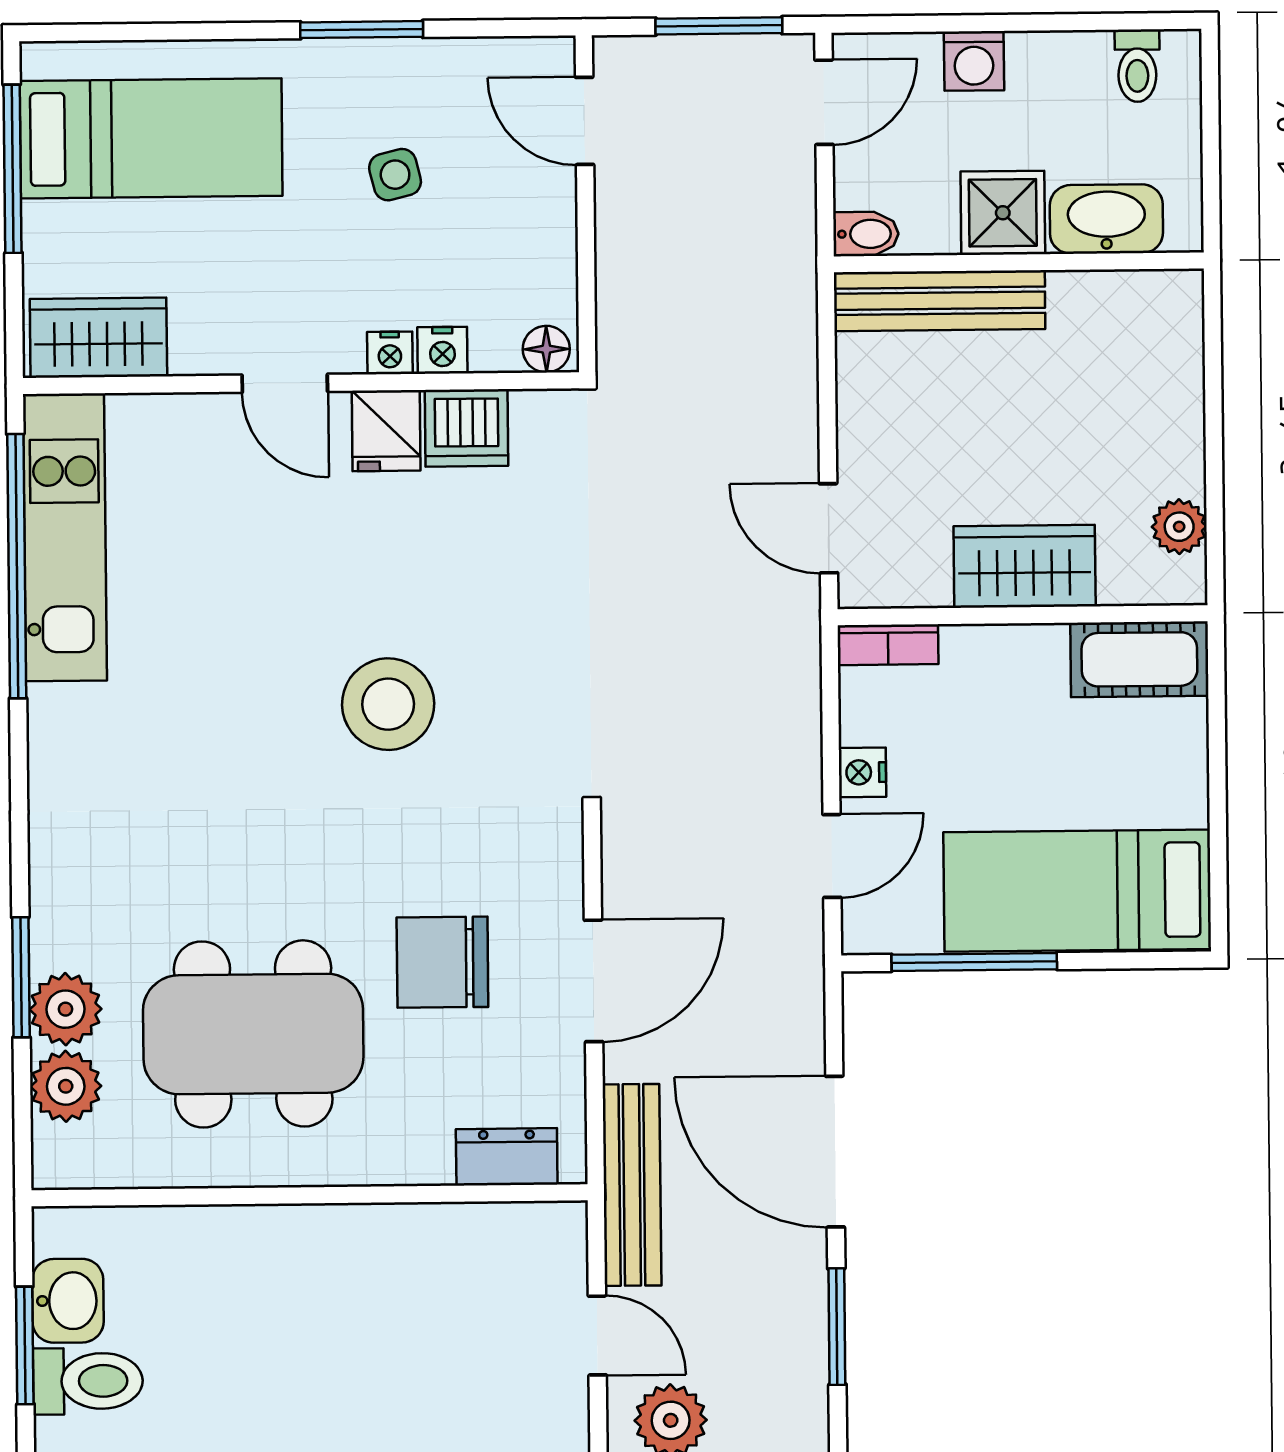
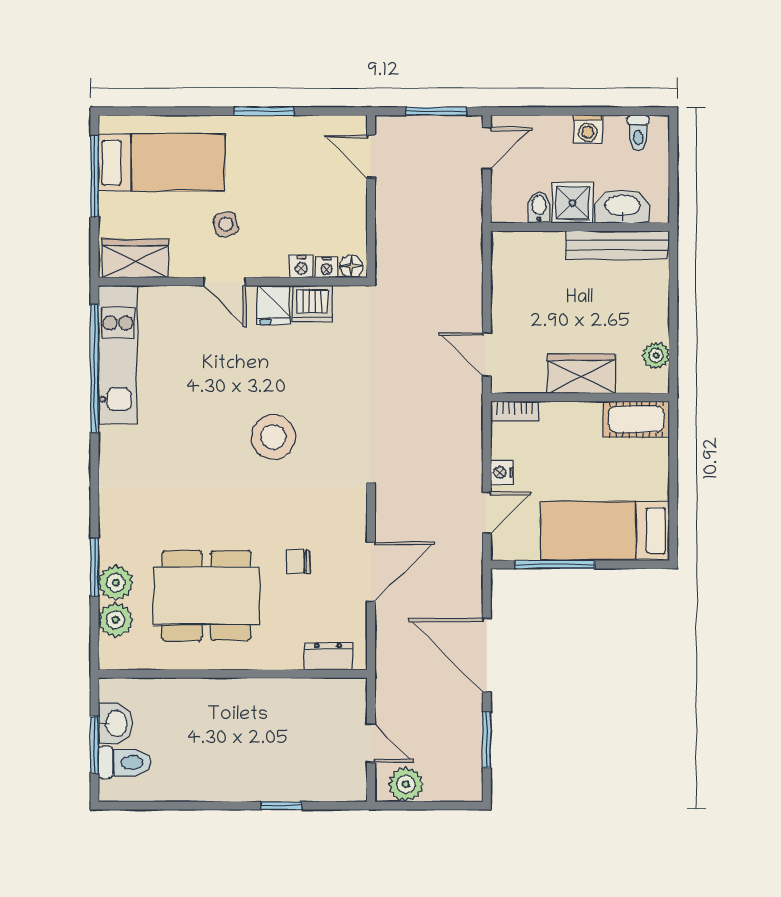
washing machine: (974, 61) -> (588, 129), moved
side table: (395, 175) -> (226, 224), moved
bidet: (866, 234) -> (539, 207), moved, turned -90
bench: (940, 301) -> (617, 245), moved
nightstand: (390, 353) -> (327, 267), moved
chair: (442, 962) -> (298, 562), width x0.54, depth x0.54
bench: (632, 1185) -> (388, 670), removed

